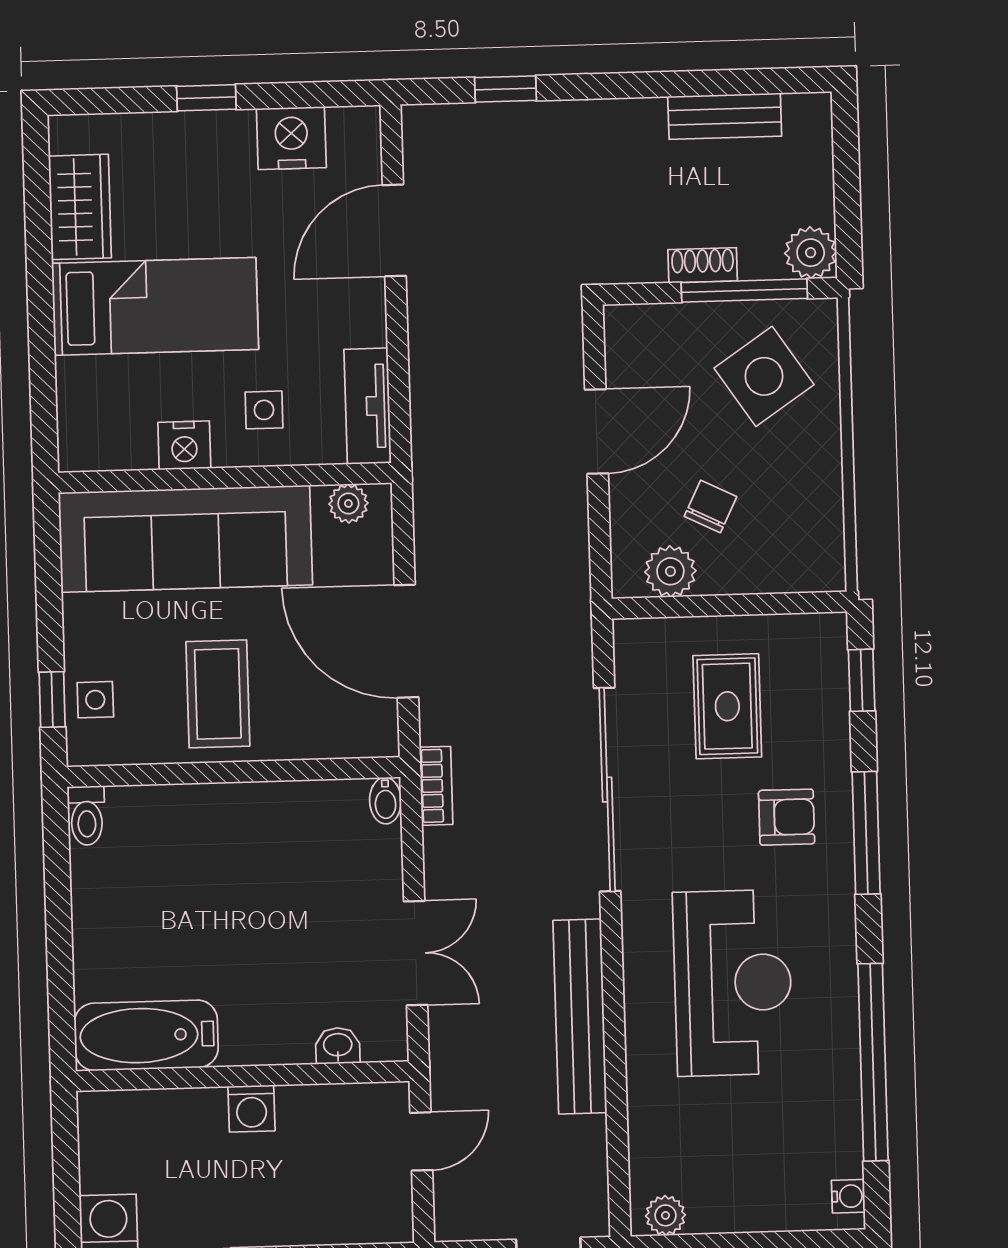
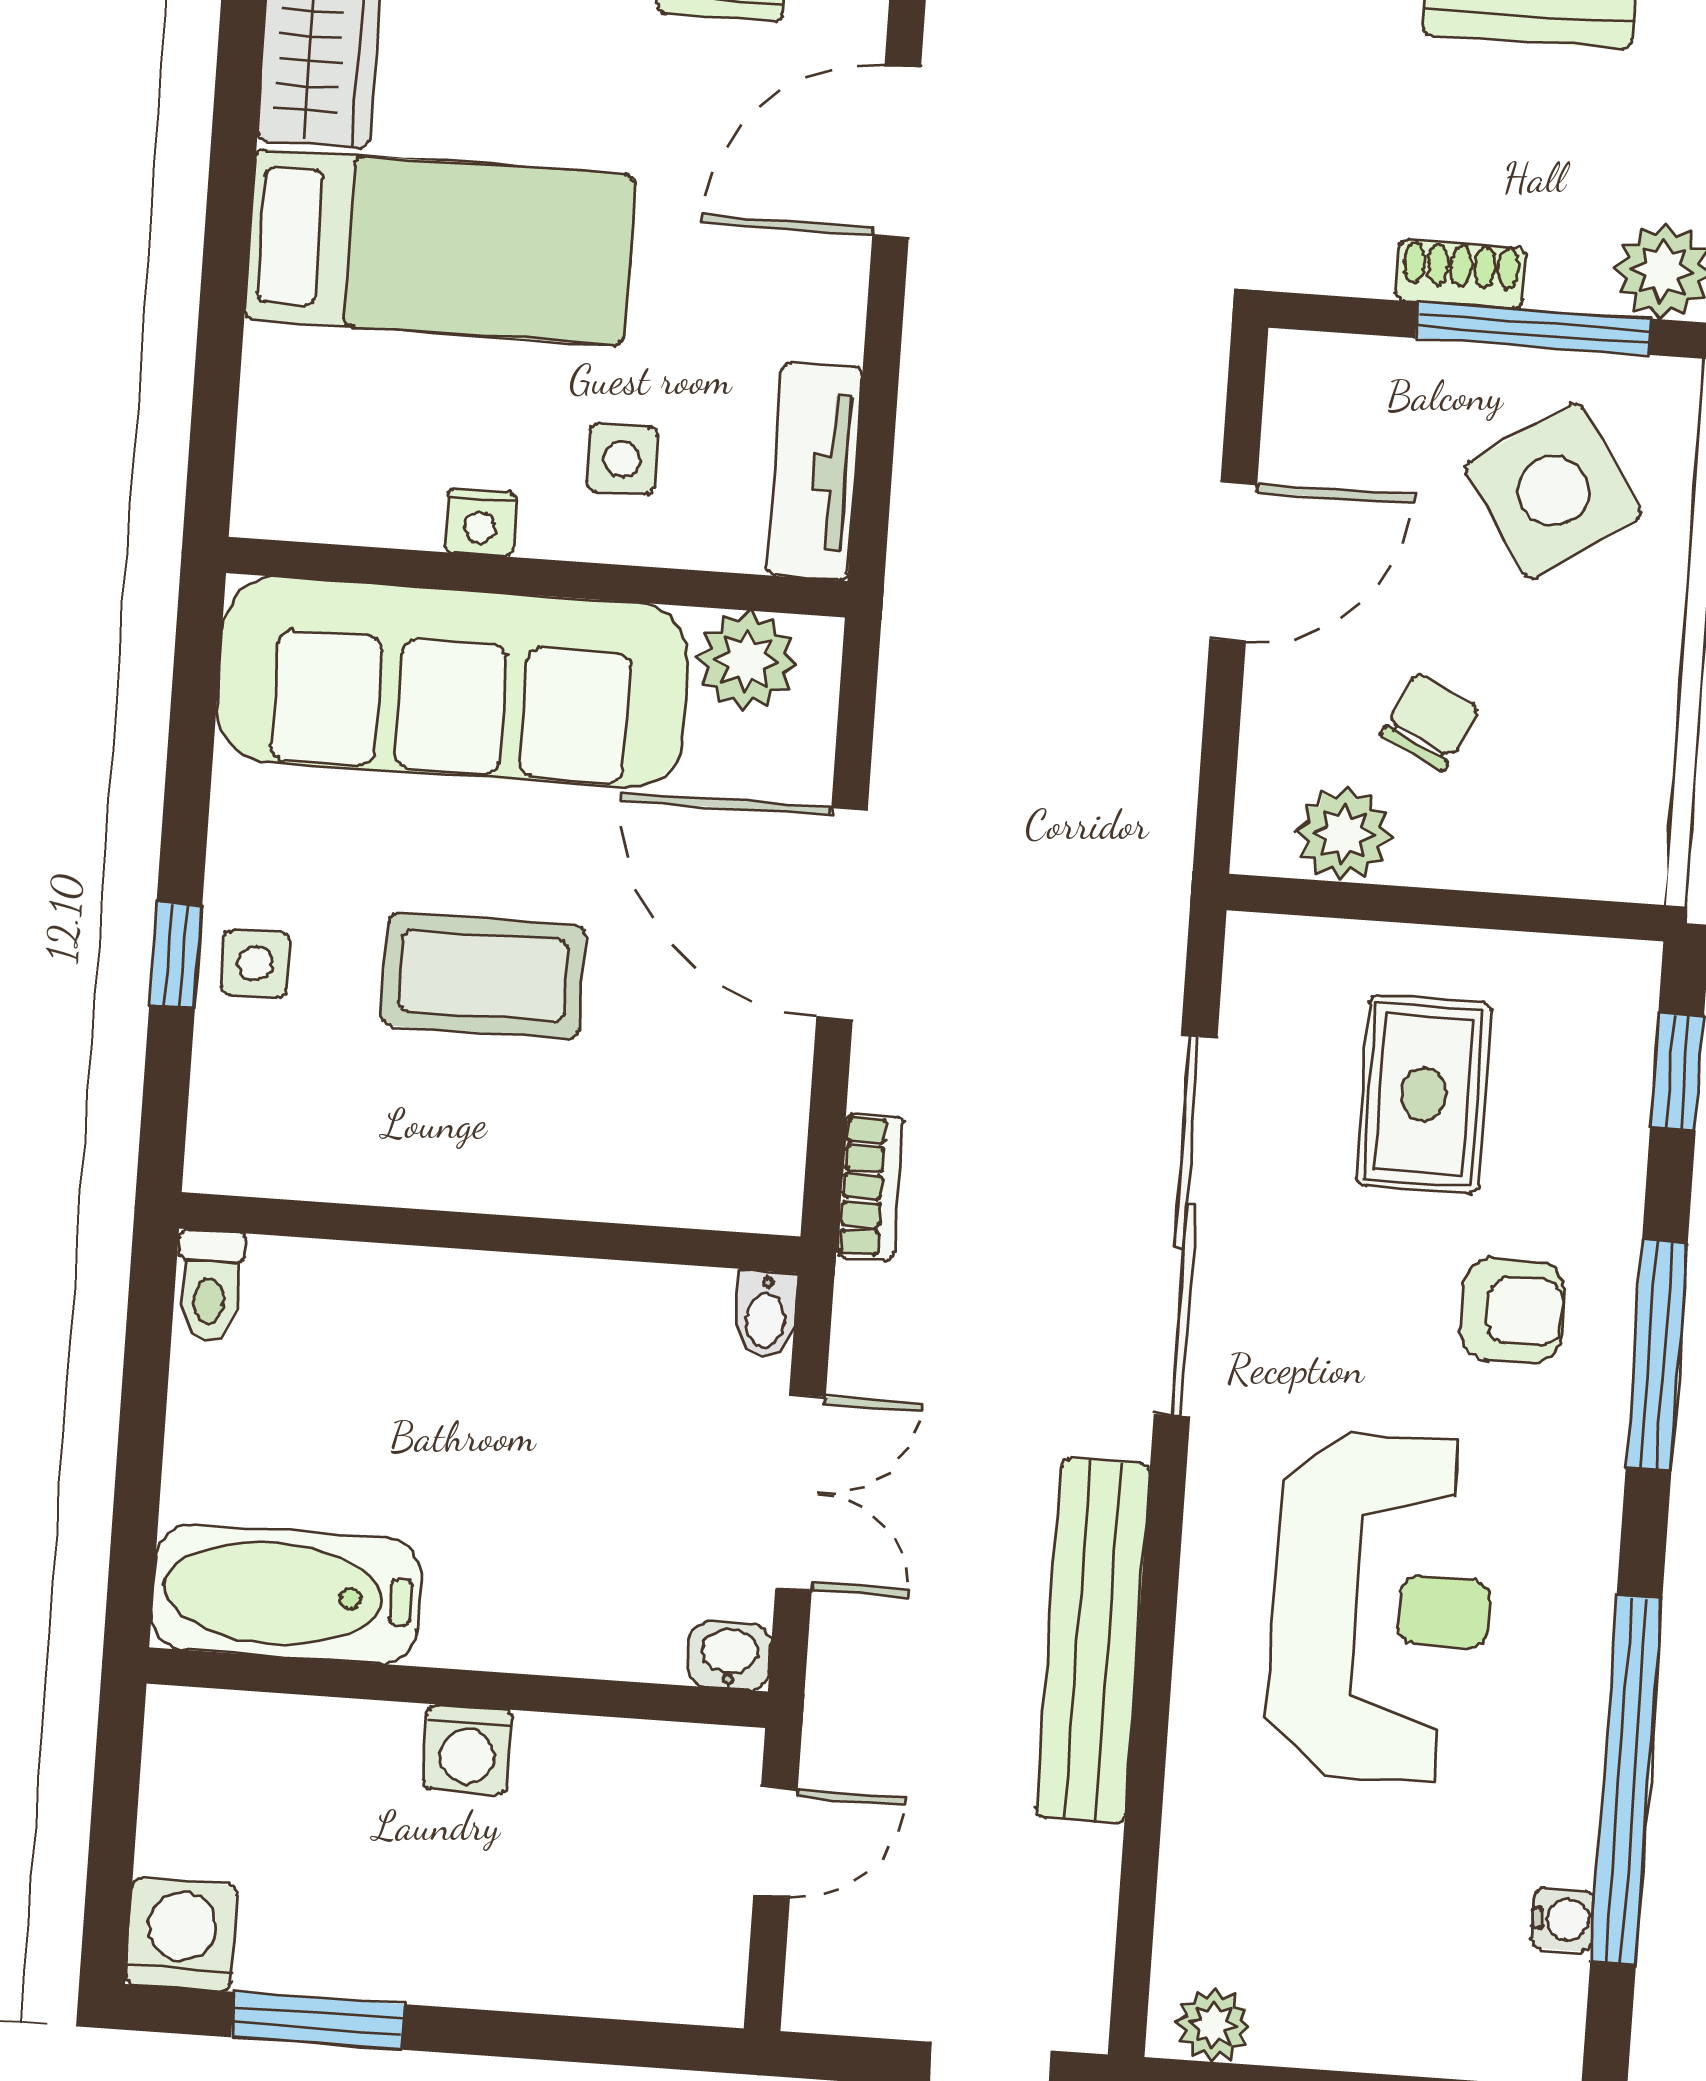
nightstand: (184, 445) -> (481, 522), width x0.72, depth x0.74
plant: (348, 503) -> (746, 661), width x1.38, depth x1.38
coffee table: (218, 694) -> (483, 976), turned 90
wall: (234, 772) -> (490, 1233), moved
bidet: (385, 801) -> (765, 1314), moved
toilet: (87, 816) -> (210, 1286), moved
washbasin: (338, 1046) -> (729, 1656), moved
water cooler: (848, 1196) -> (1563, 1920), moved

